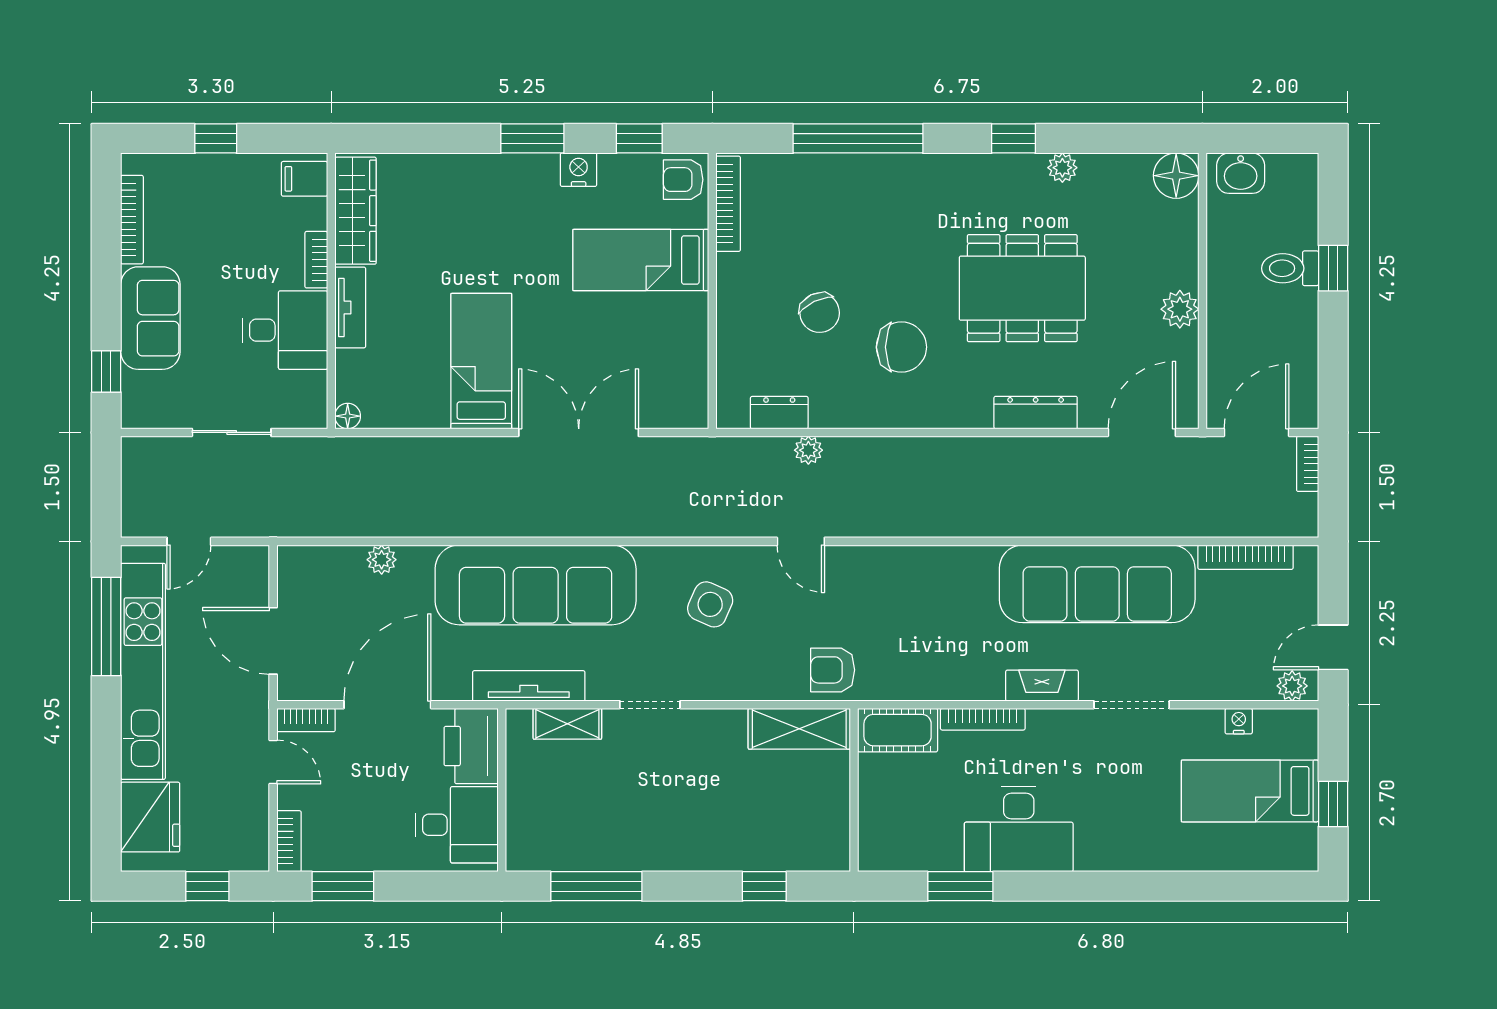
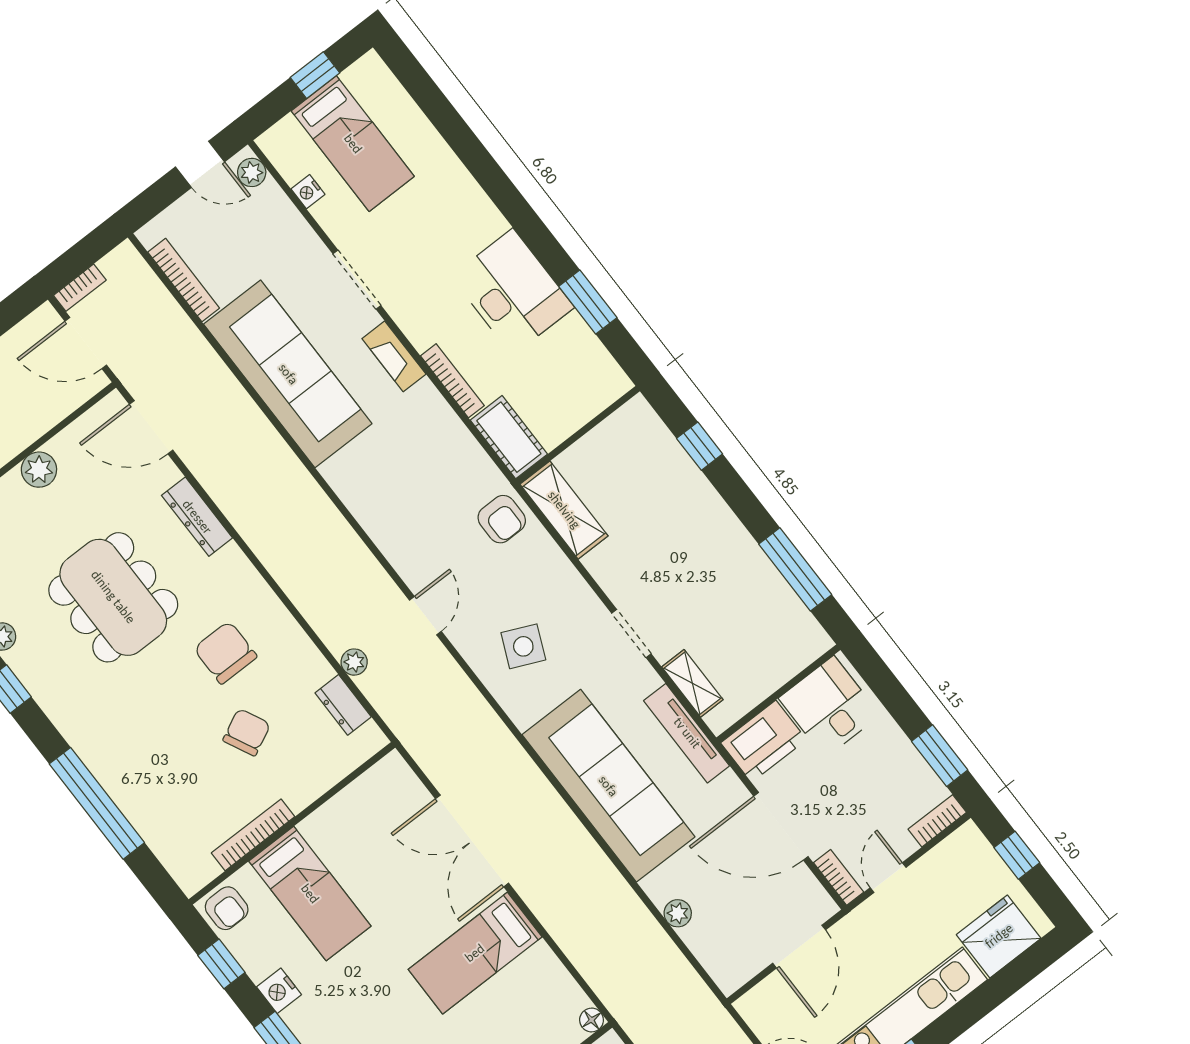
bookcase: (728, 204) -> (253, 835), moved

